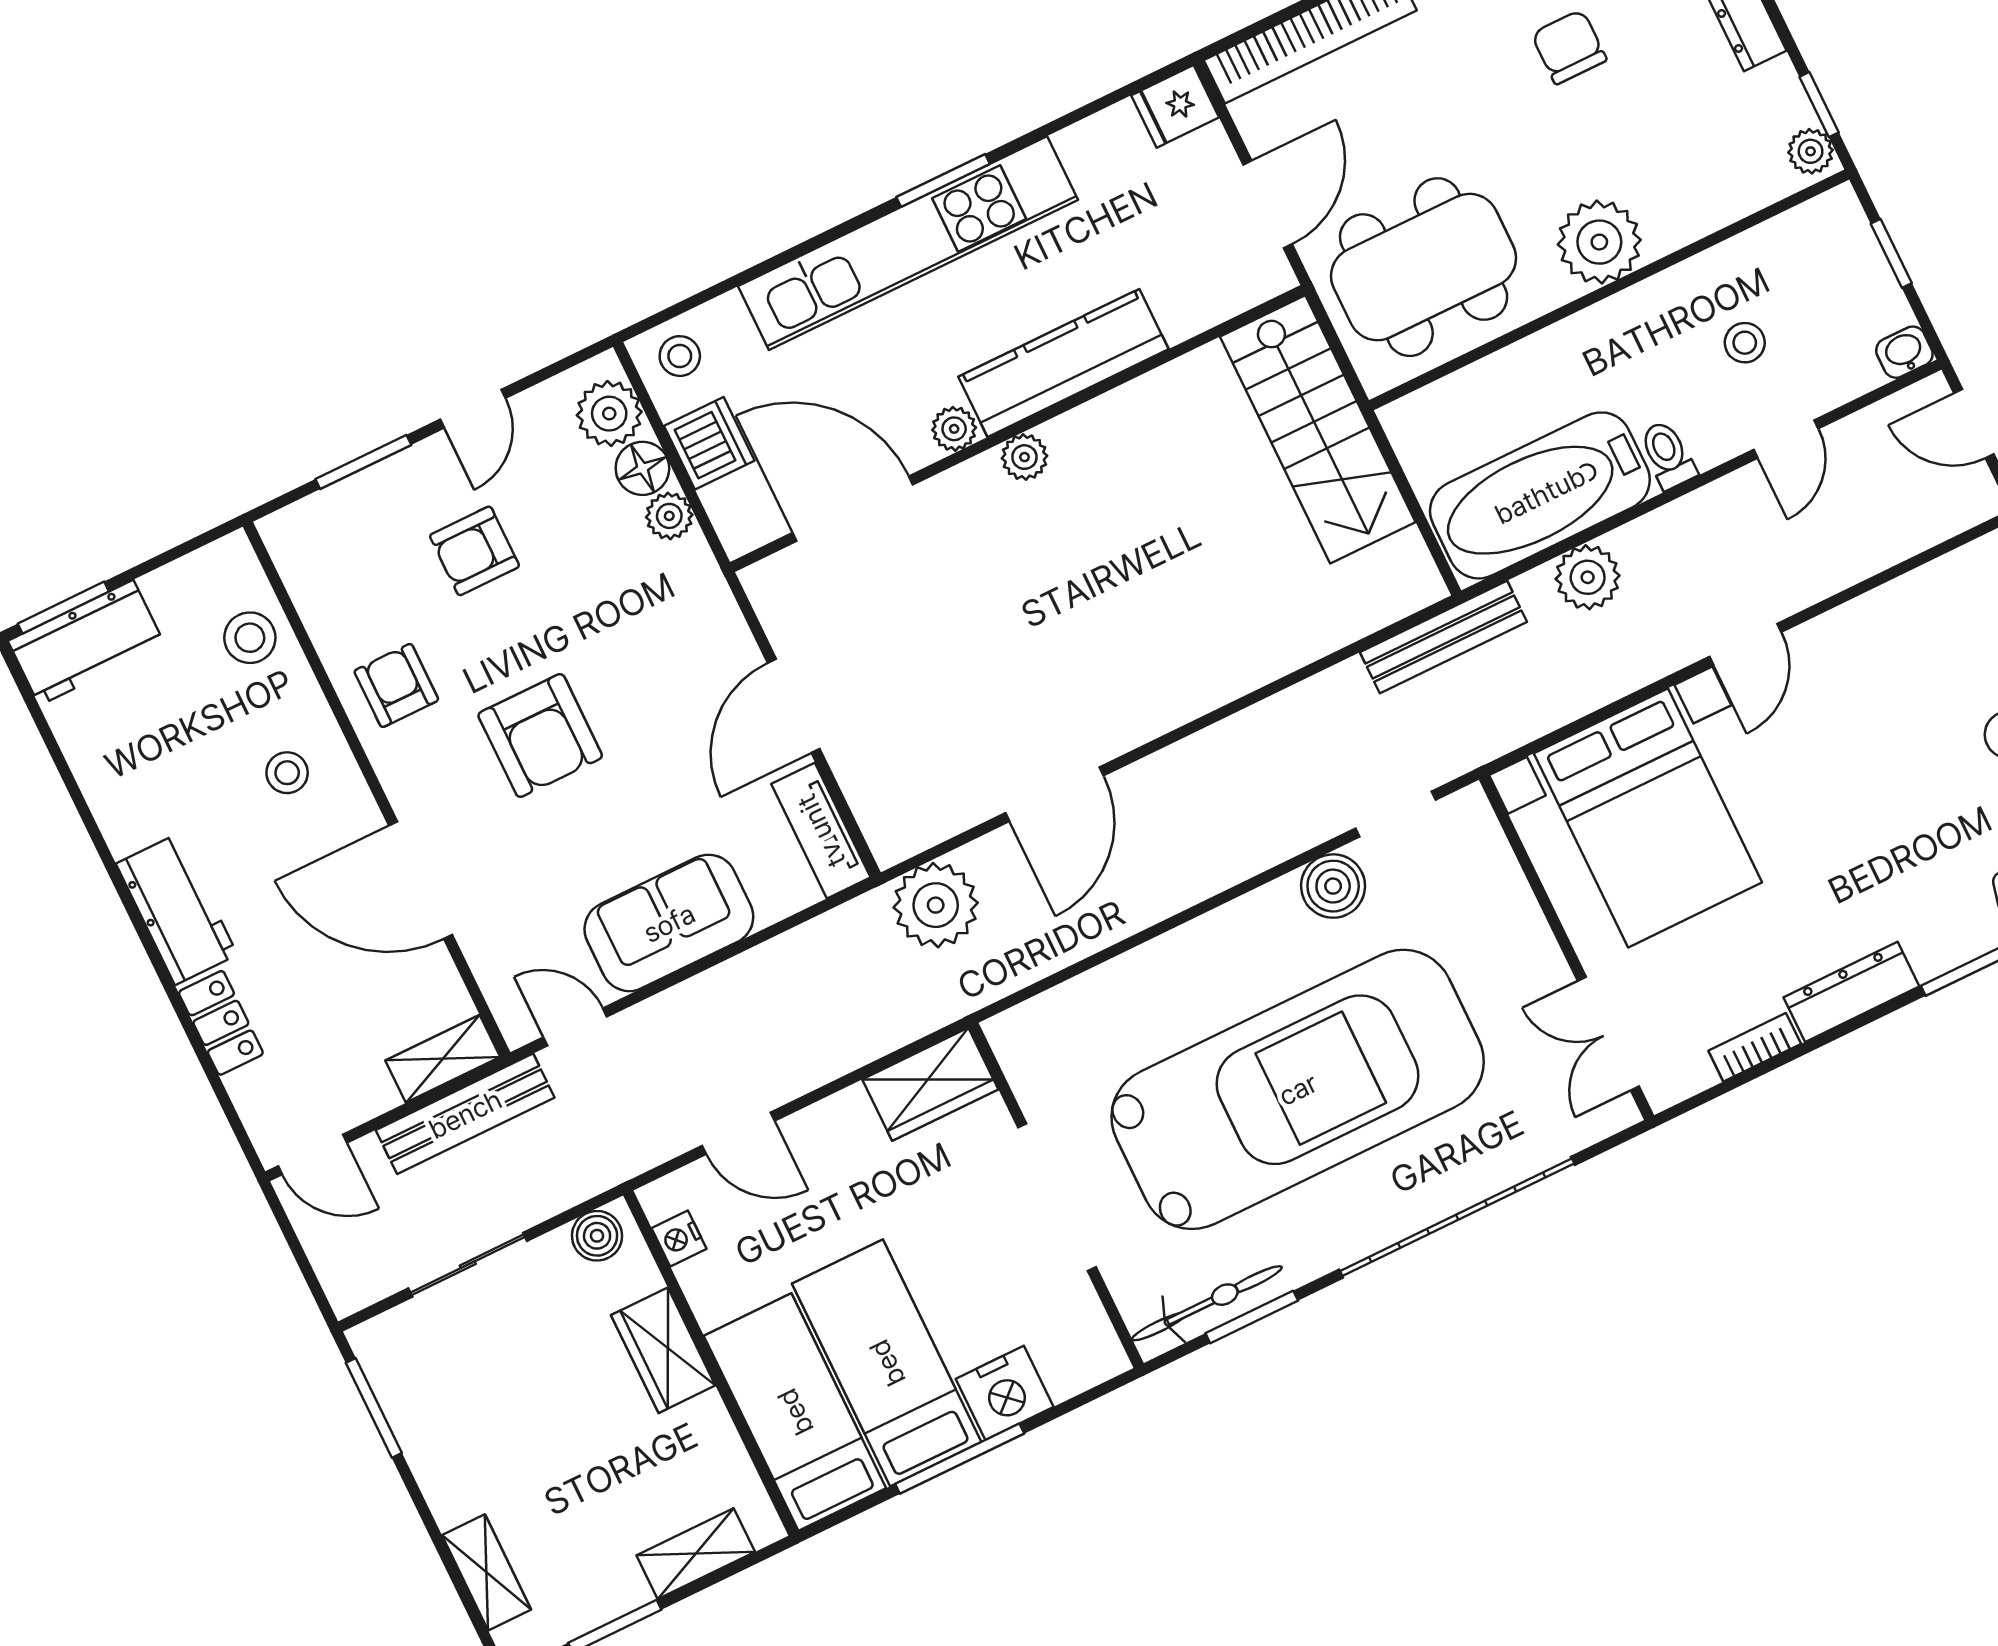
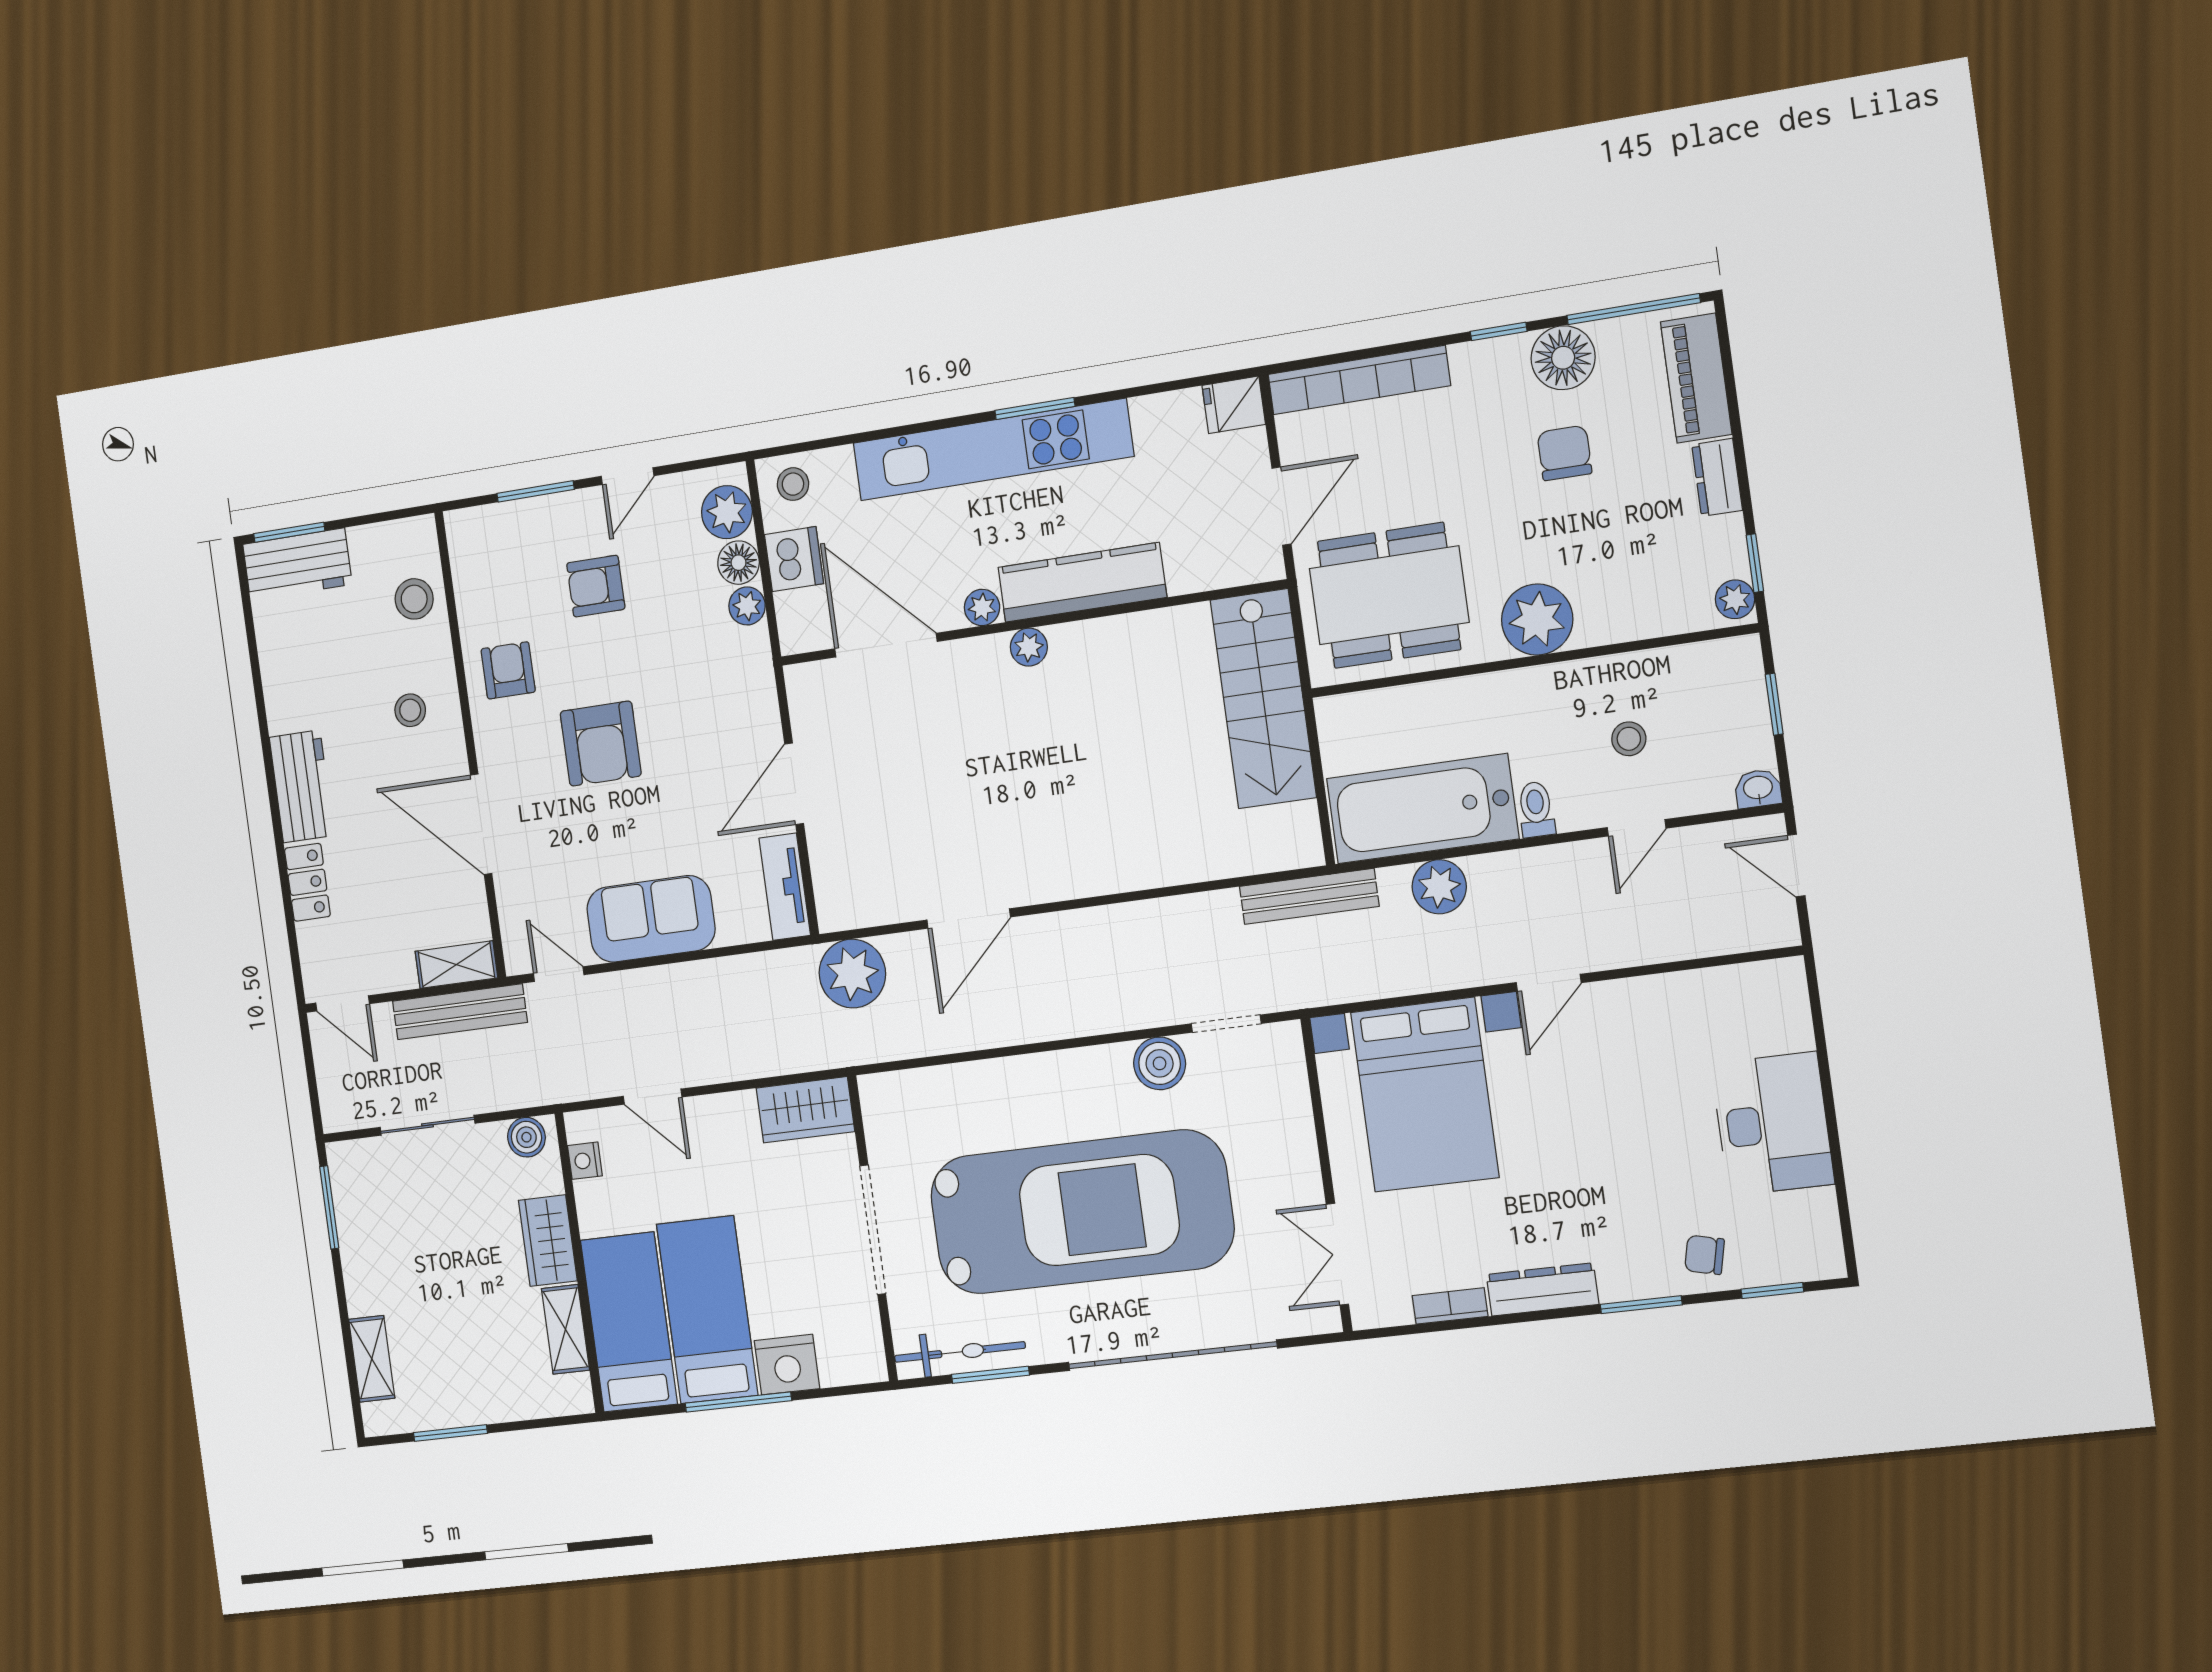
shelving: (696, 1554) -> (565, 1329), moved, turned 90

